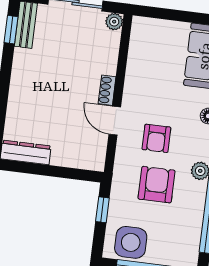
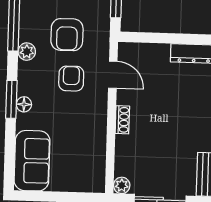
door: (115, 121) -> (113, 75), moved

